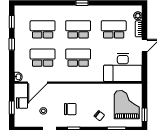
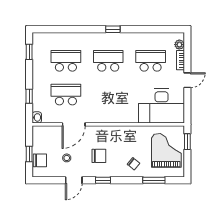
window: (12, 44) -> (29, 96), moved
school desk: (78, 58) -> (108, 95), removed
door: (37, 83) -> (74, 124), moved
chair: (22, 103) -> (40, 160), moved
window: (145, 115) -> (187, 142), moved

